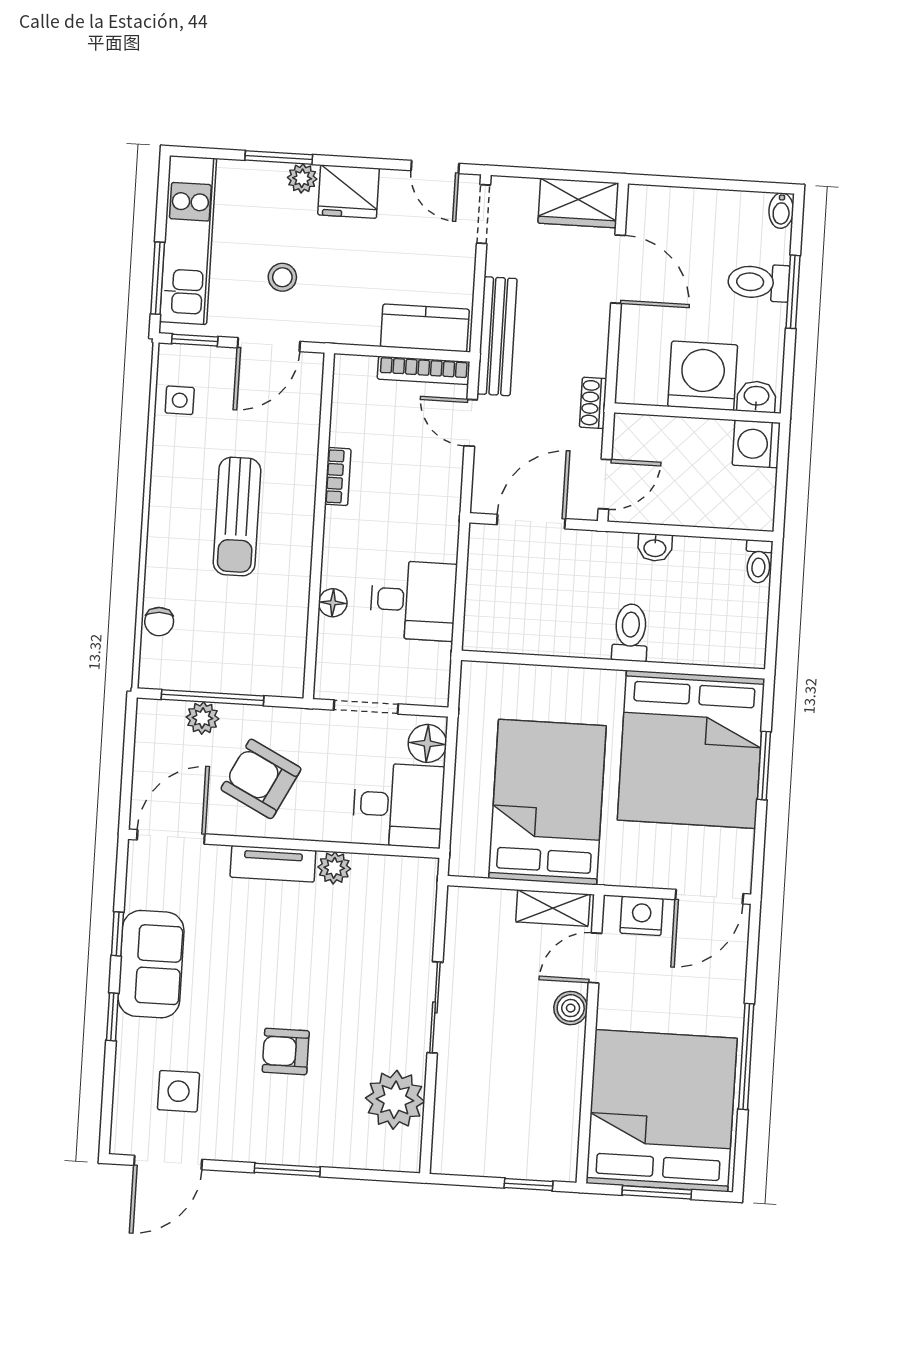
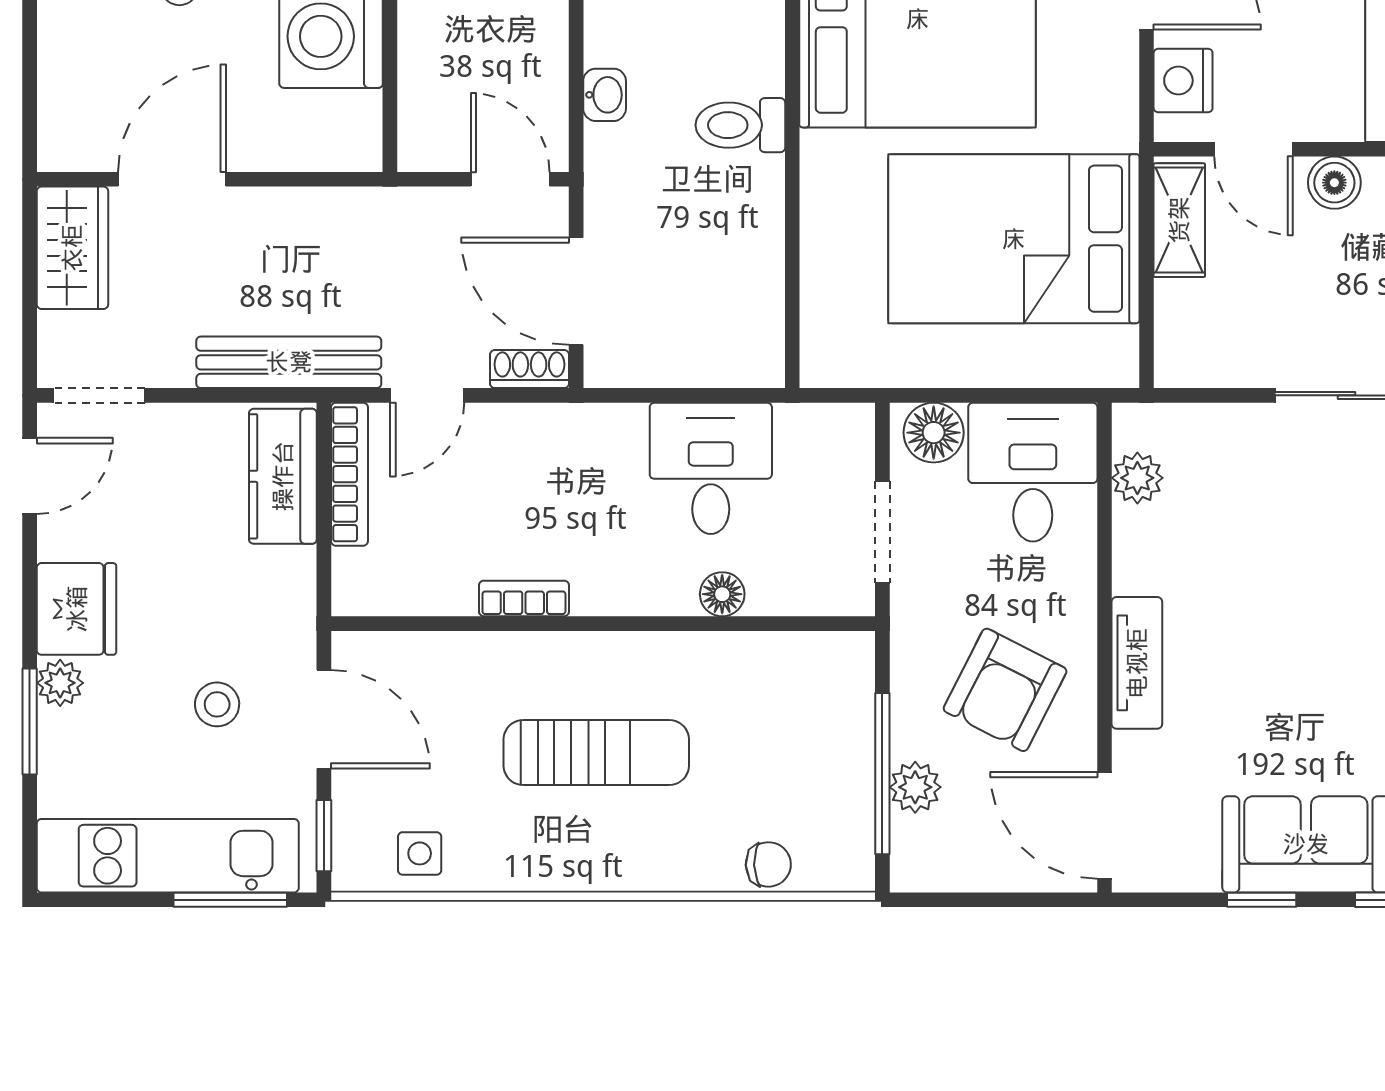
shoe rack: (593, 403) -> (529, 369), moved, turned 180
plant: (334, 868) -> (1137, 478), moved

